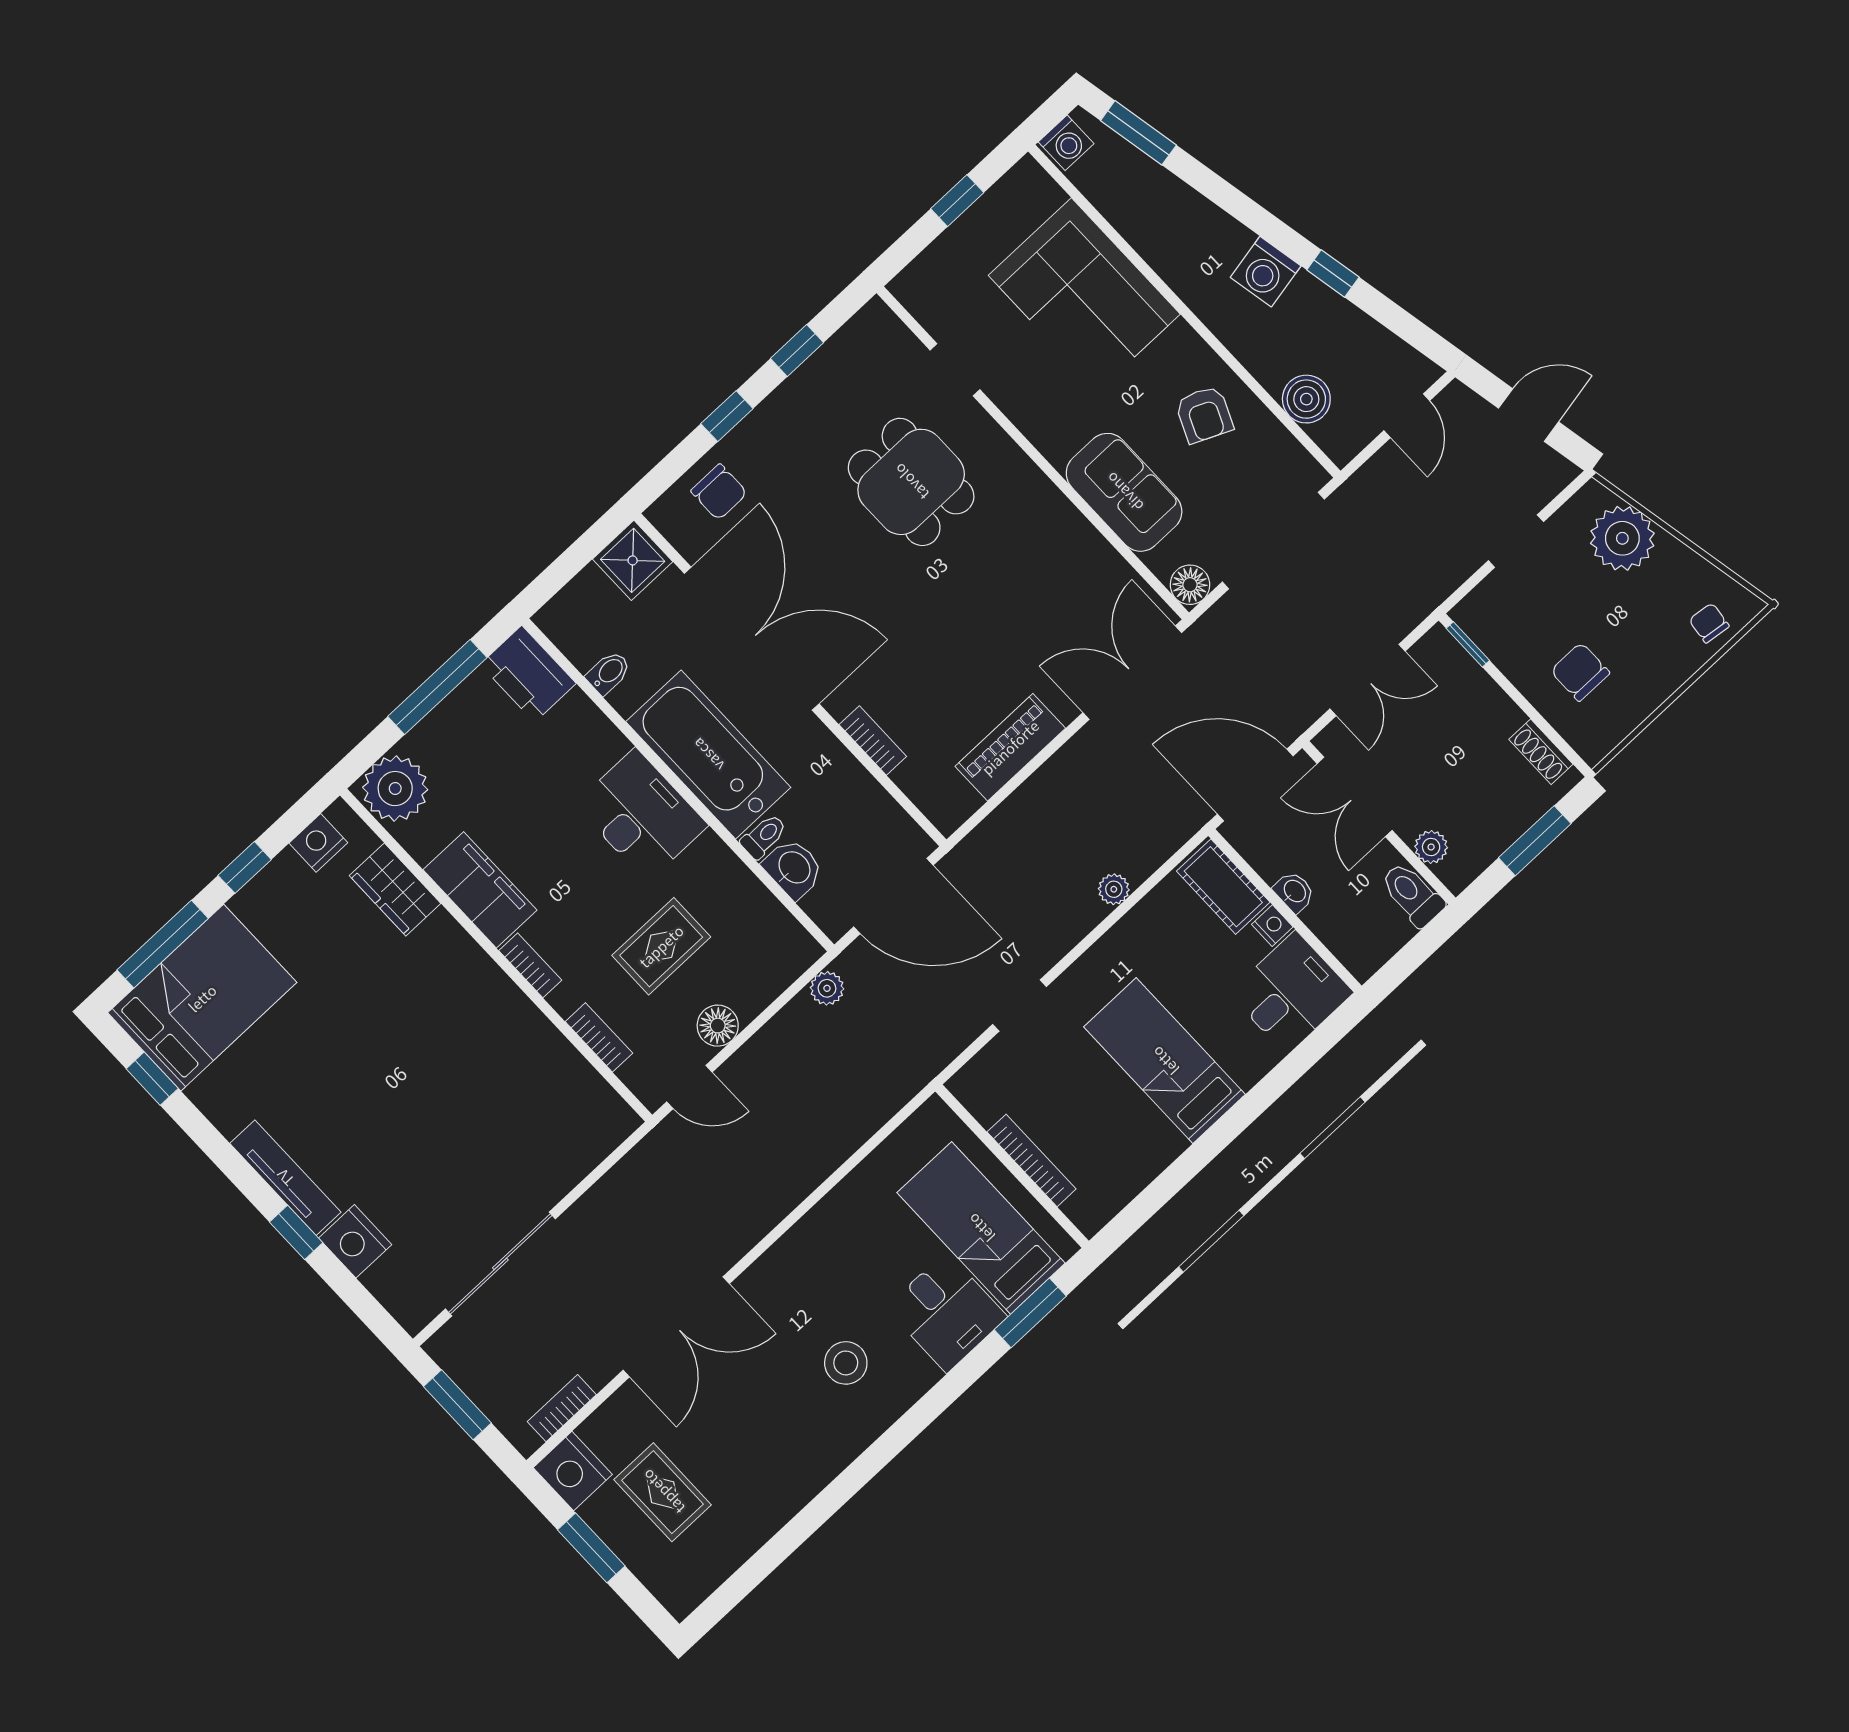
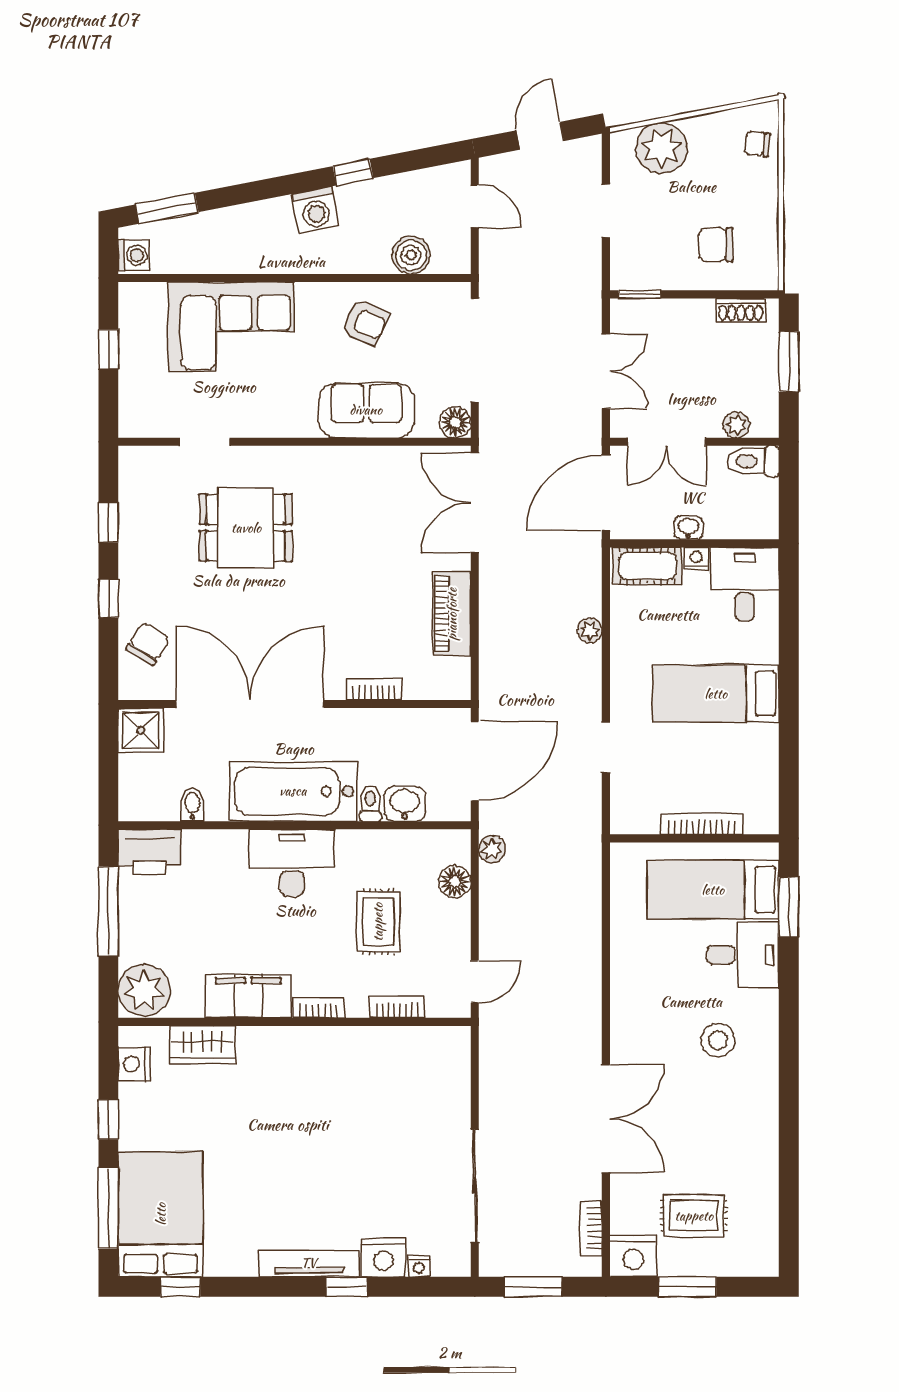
chair: (719, 492) -> (148, 644), turned -58
floor lamp: (718, 1026) -> (455, 882), moved
nightstand: (378, 1282) -> (419, 1266), added

